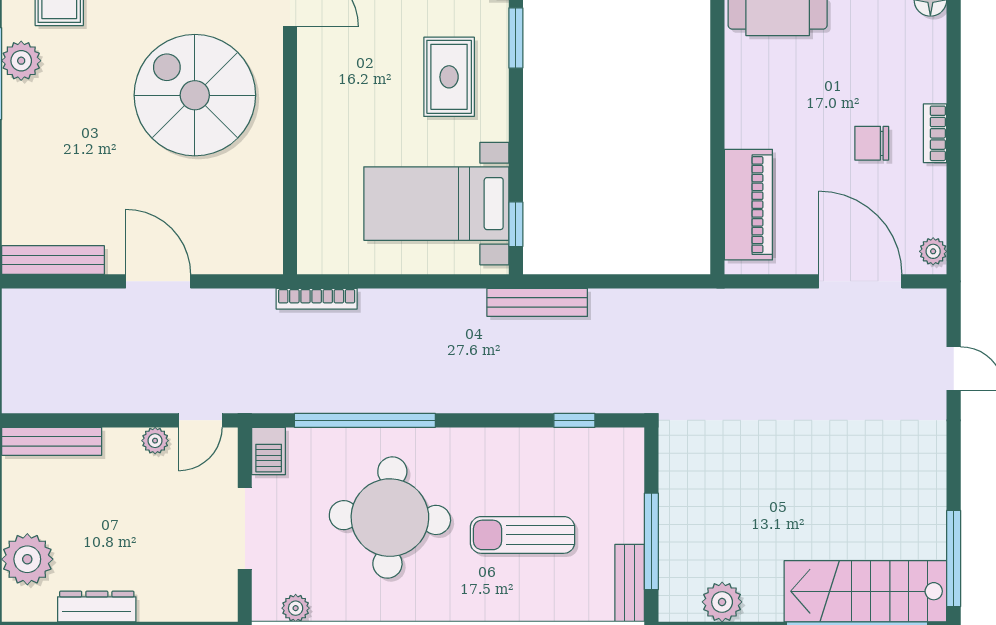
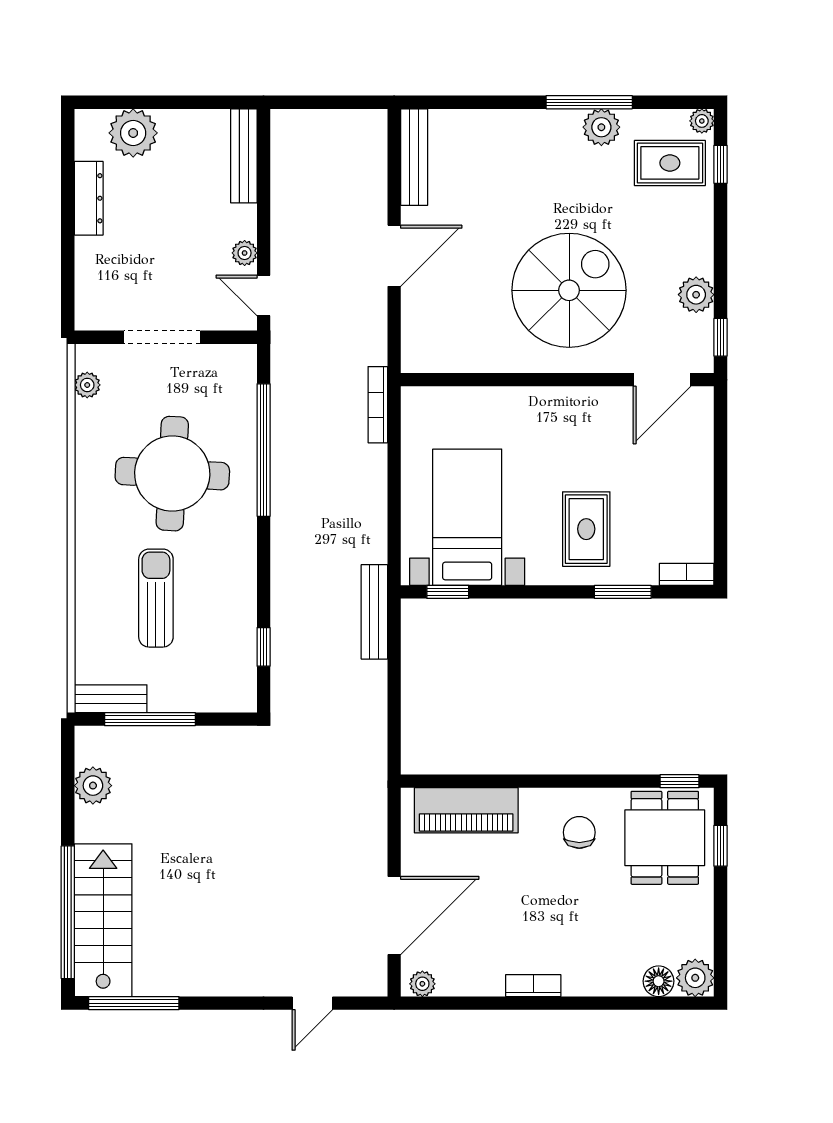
rug: (449, 77) -> (586, 529), turned 90
chair: (872, 143) -> (579, 832), moved
barbecue: (269, 451) -> (235, 360), removed

